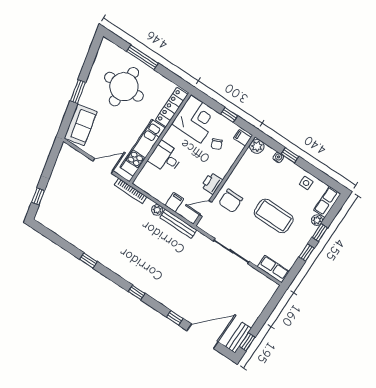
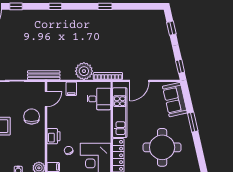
window: (54, 154) -> (180, 66), added
desk: (165, 158) -> (99, 99), moved
printer: (212, 183) -> (53, 136), moved
plant: (157, 210) -> (84, 71), width x1.88, depth x1.88
bench: (178, 224) -> (44, 75), moved

